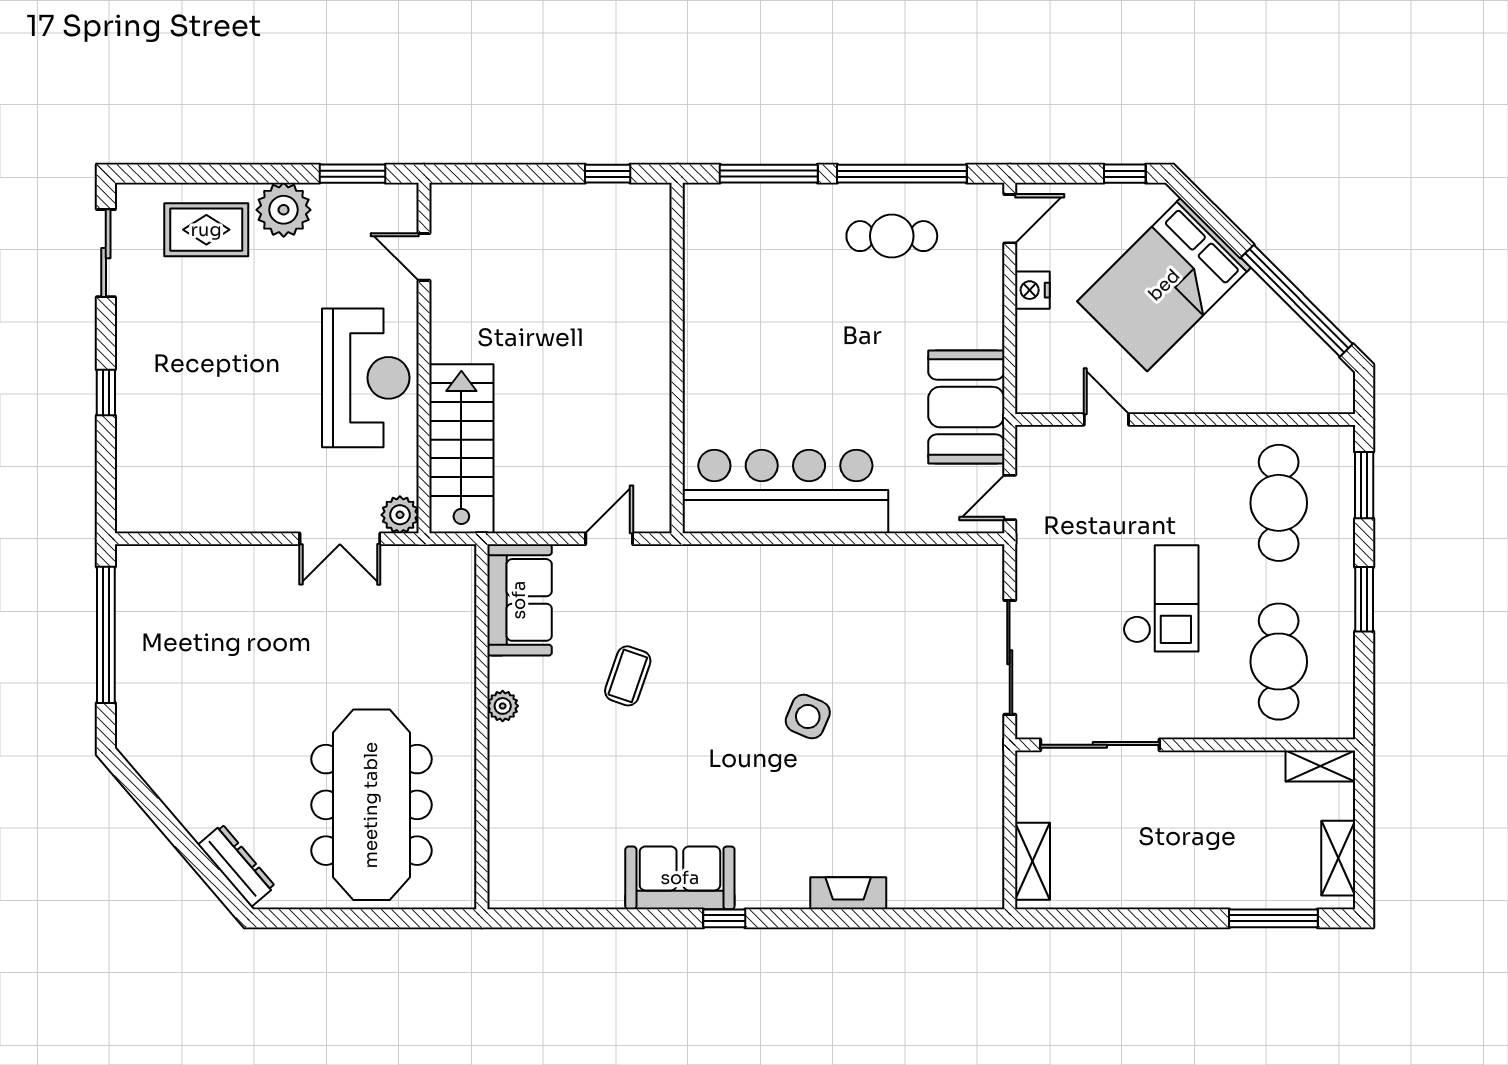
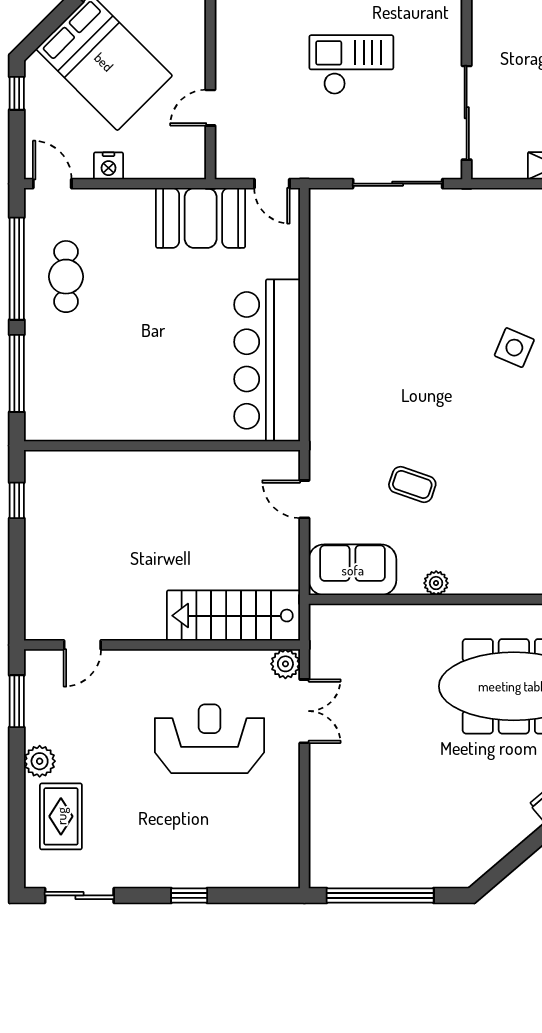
plant: (284, 210) -> (40, 761), width x0.73, depth x0.73
reception desk: (366, 378) -> (209, 739), moved
side table: (808, 717) -> (514, 348), moved

